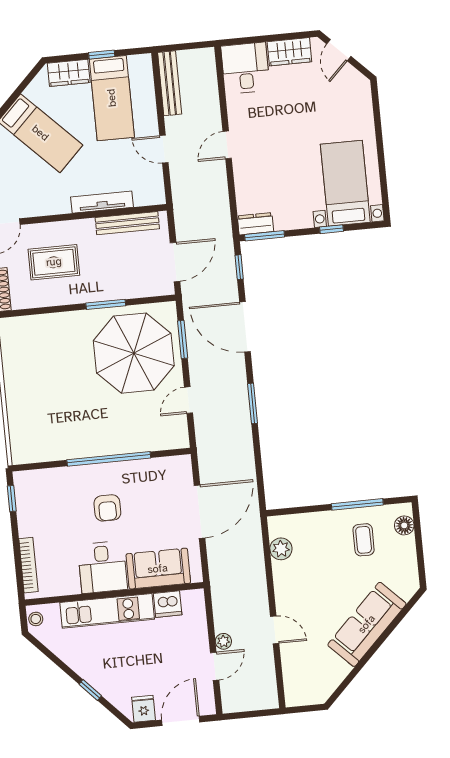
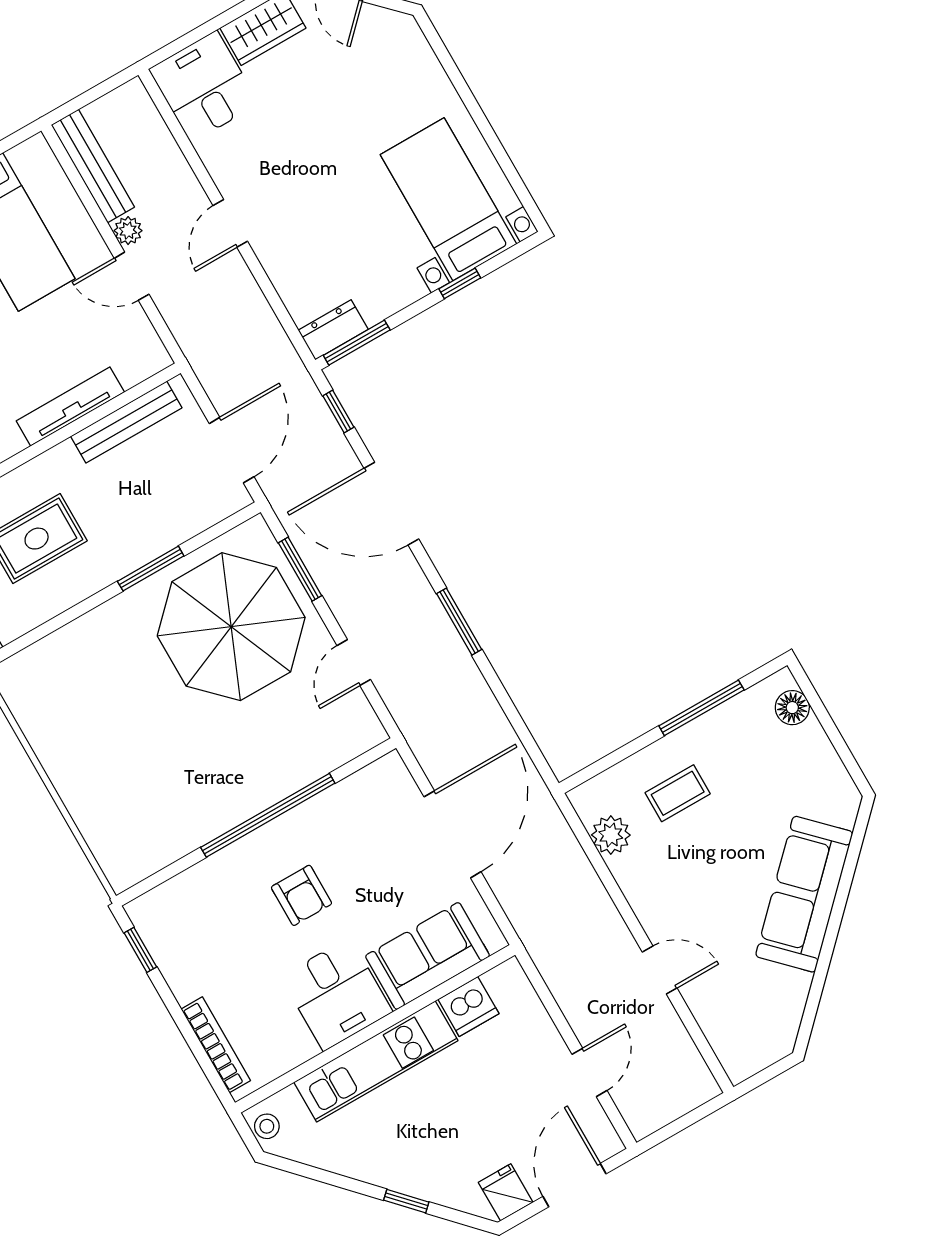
coffee table: (364, 540) -> (678, 793), moved, turned 90
plant: (223, 641) -> (128, 231), moved

